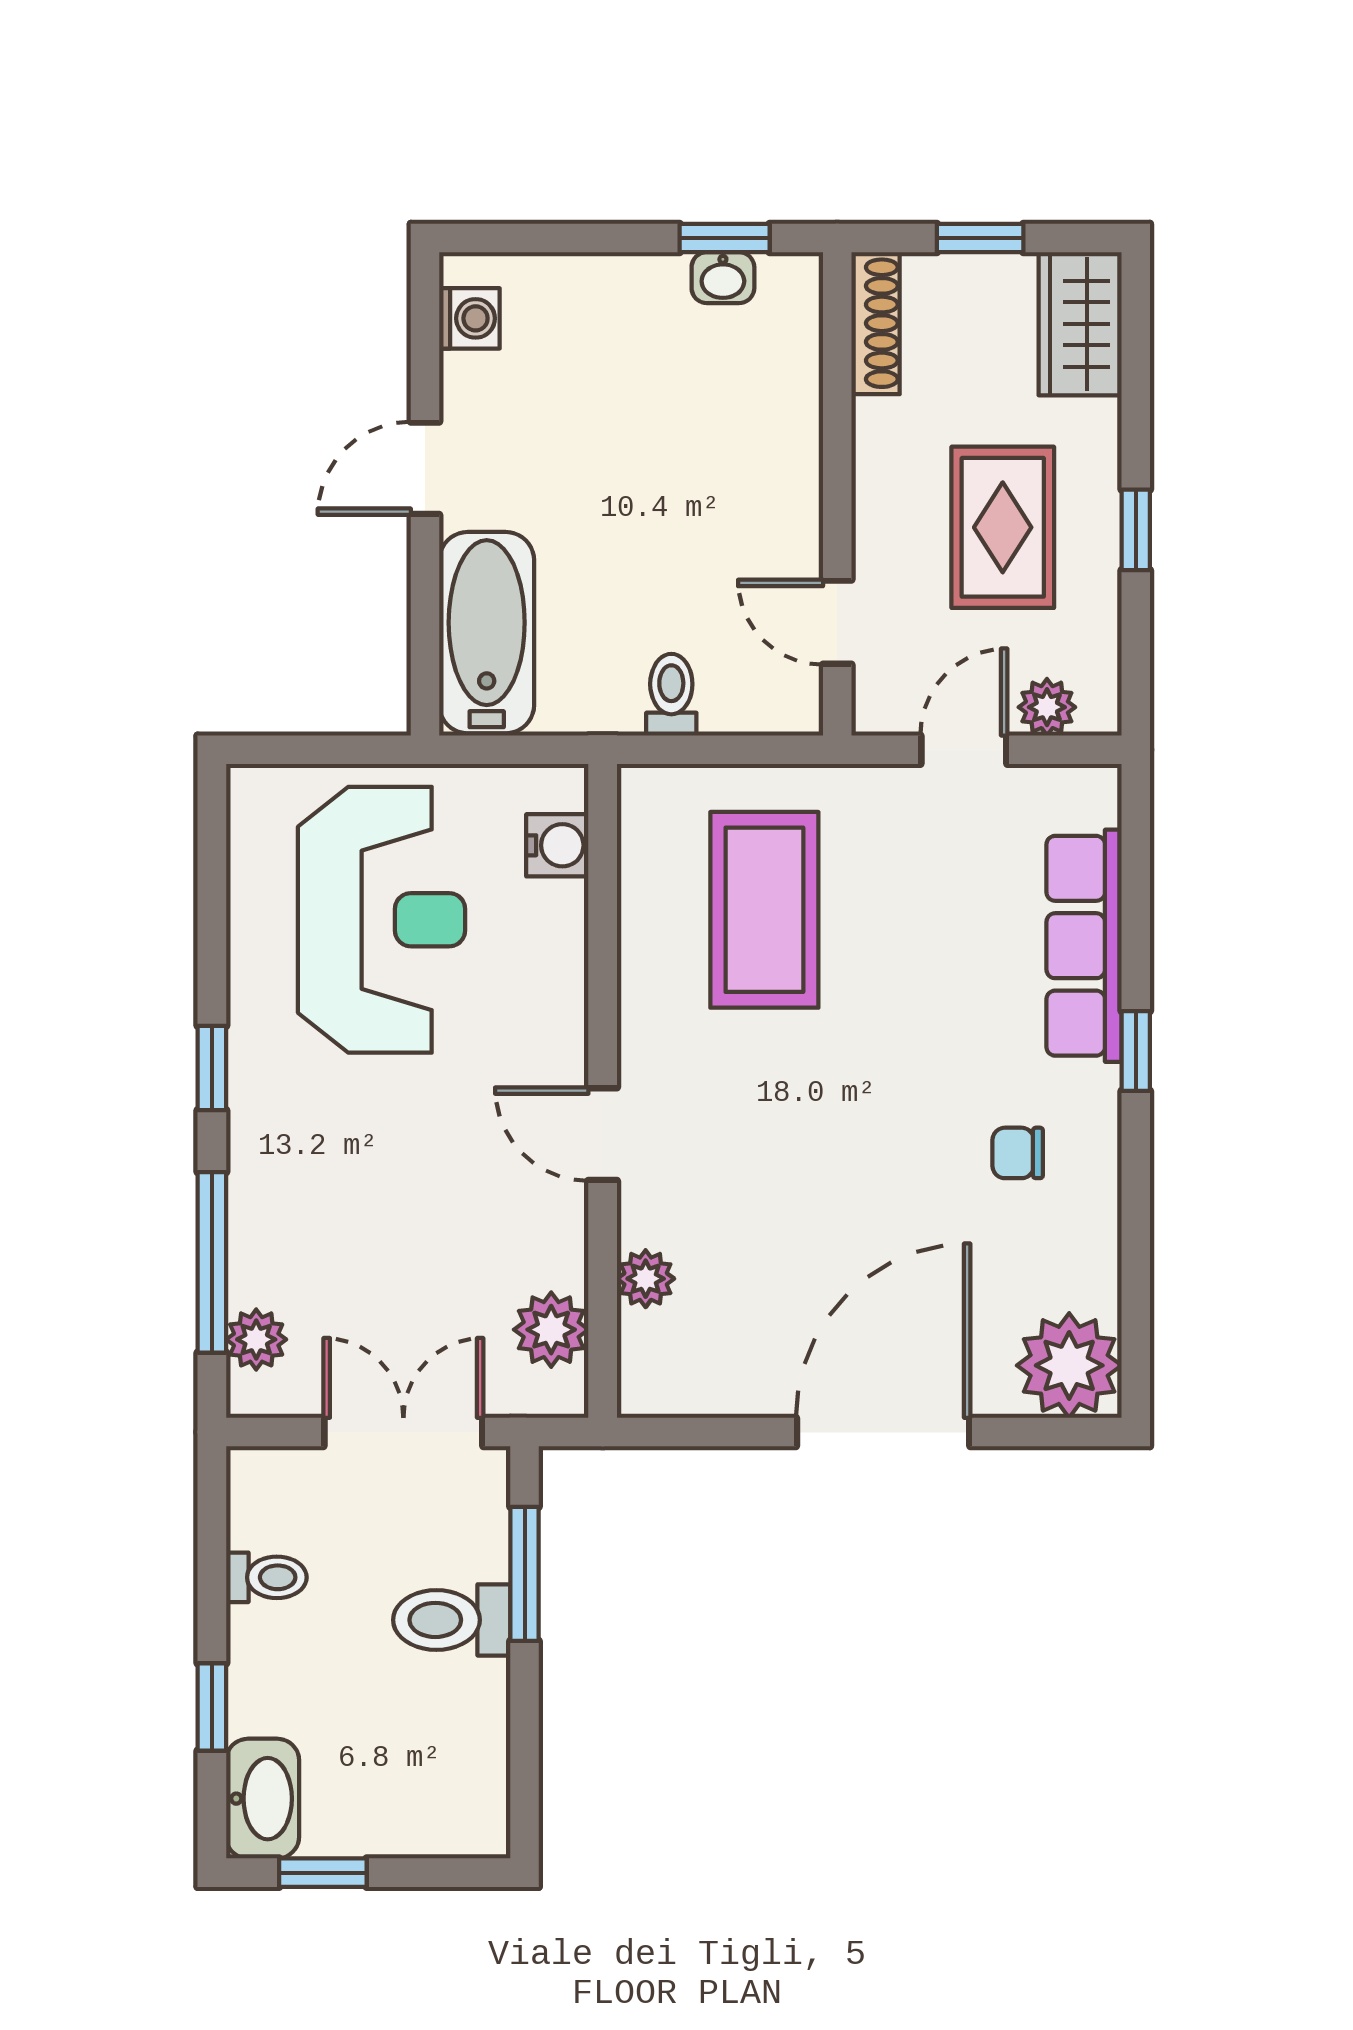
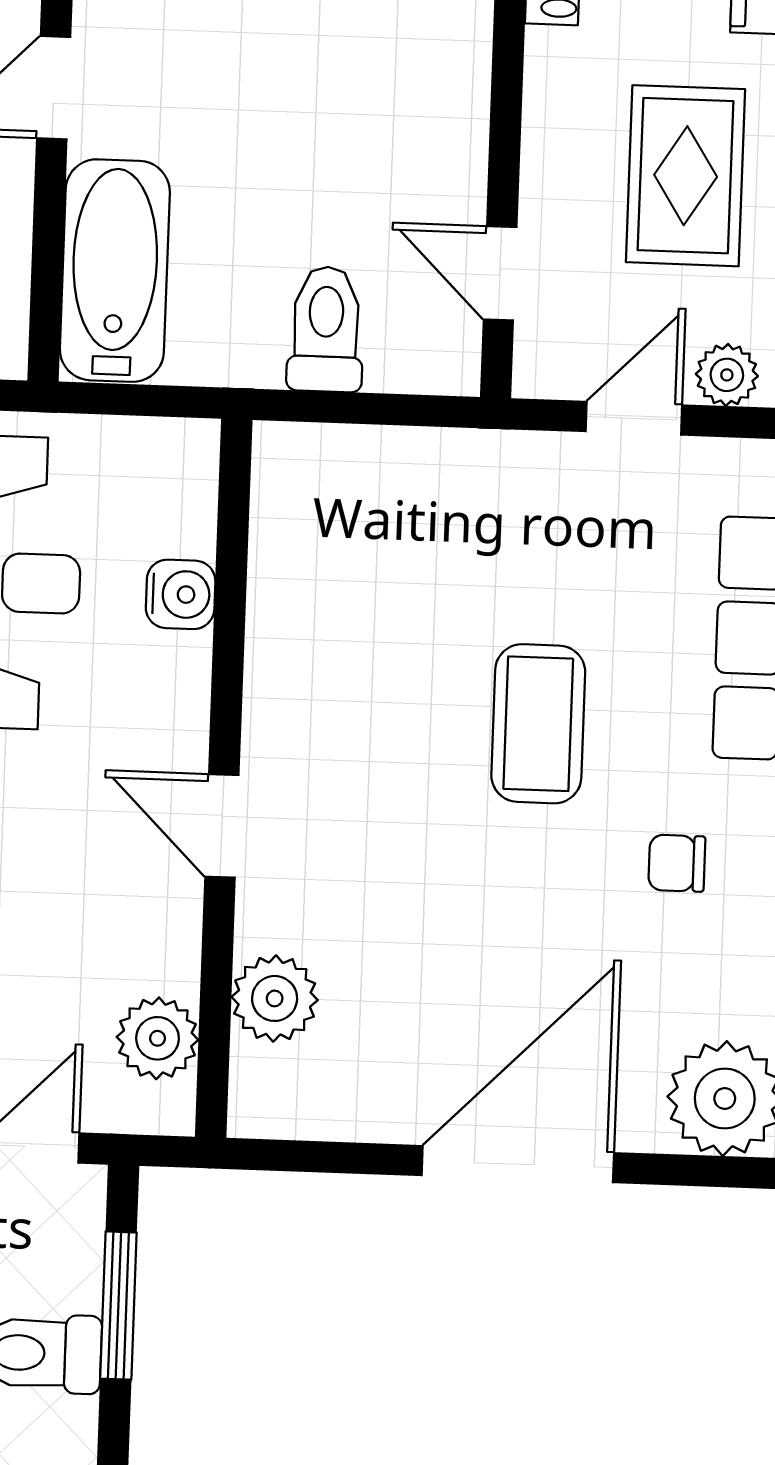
toilet: (671, 695) -> (326, 329), width x1.37, depth x1.39
water cooler: (557, 845) -> (181, 594), moved
coffee table: (764, 910) -> (538, 724), moved, width x0.73, depth x0.76
plant: (646, 1279) -> (275, 998), width x1.38, depth x1.38

